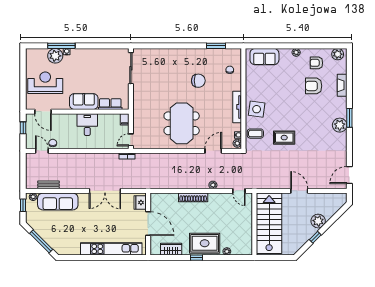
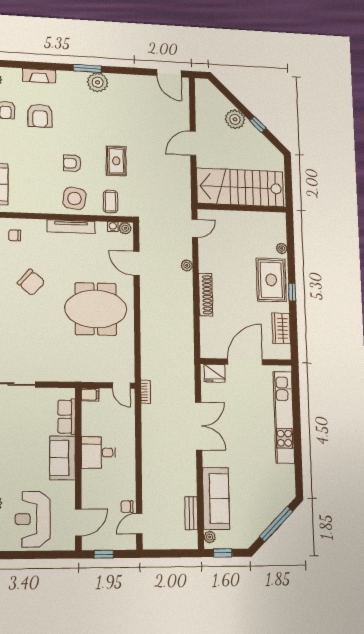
chair: (198, 81) -> (31, 282), turned 131
armchair: (281, 108) -> (72, 163), added

